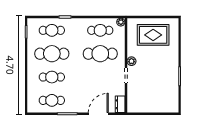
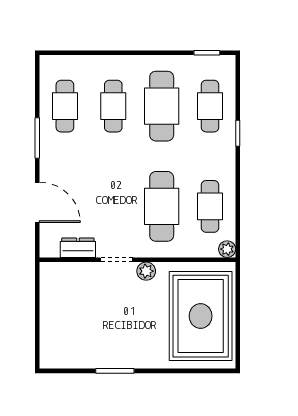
rug: (153, 35) -> (201, 316), width x1.37, depth x1.44
dresser: (120, 104) -> (78, 248), moved

